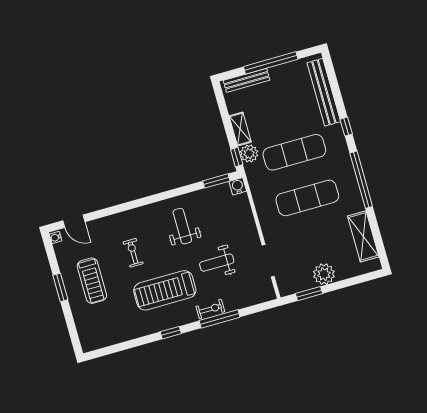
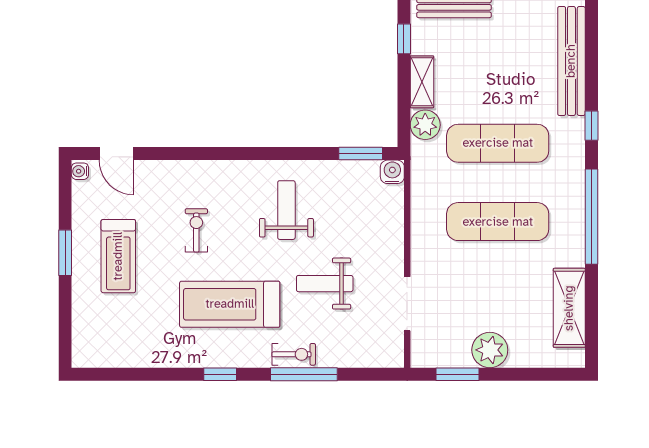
window: (237, 157) -> (404, 39), moved

